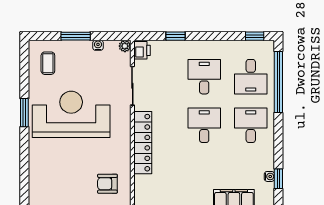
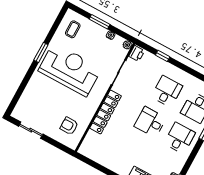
desk: (204, 125) -> (150, 122), turned -90

